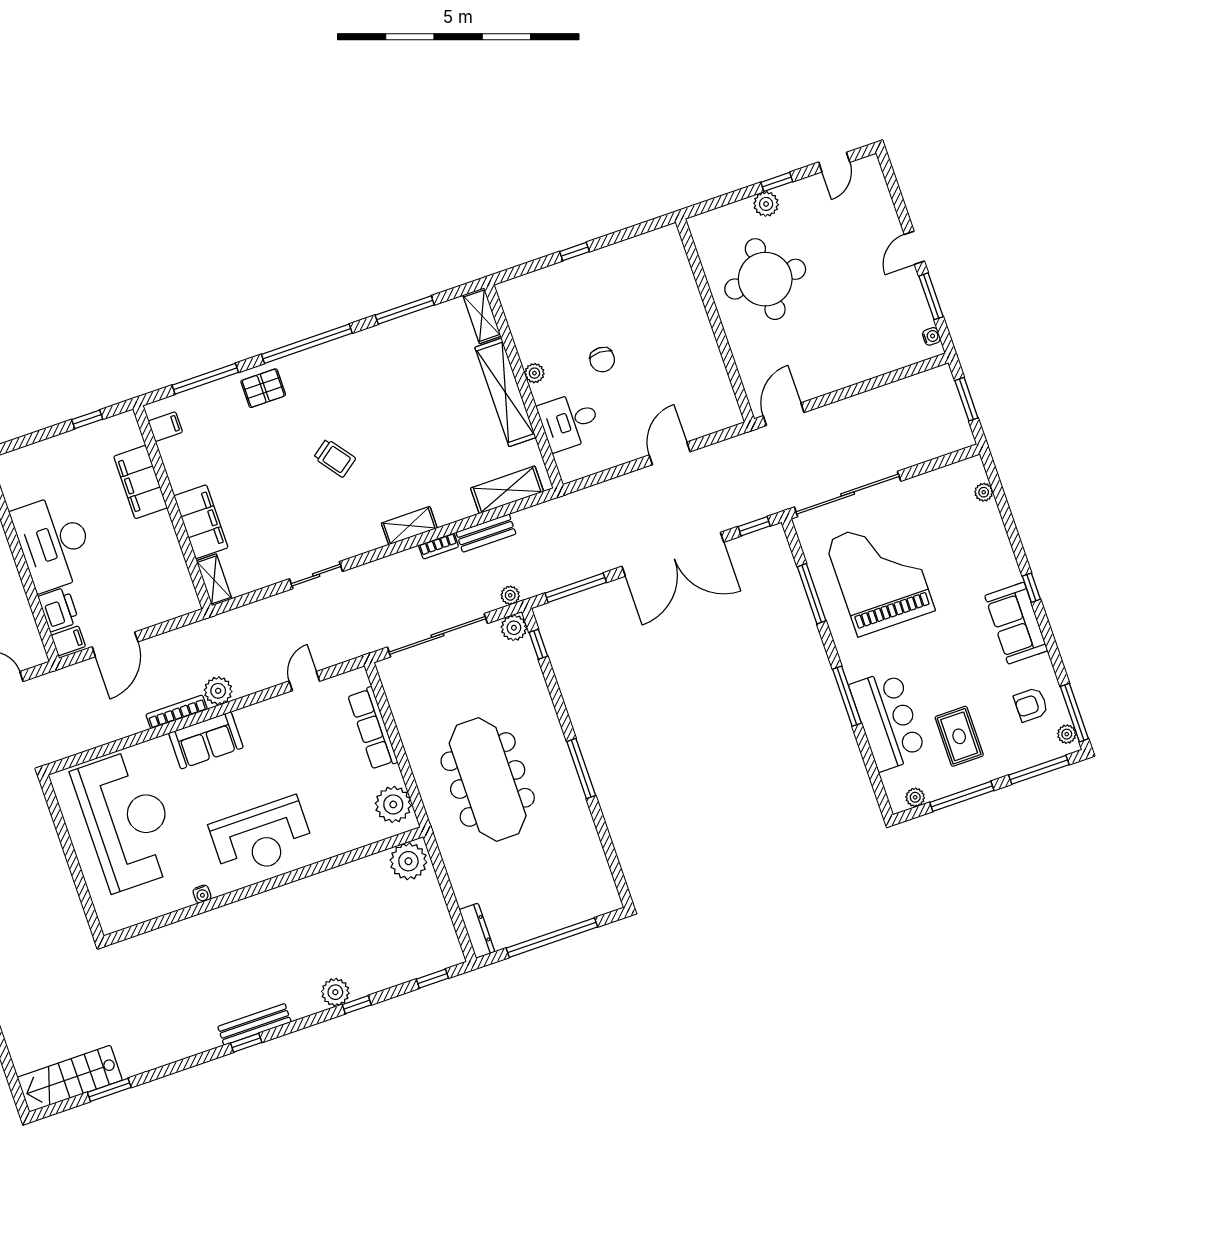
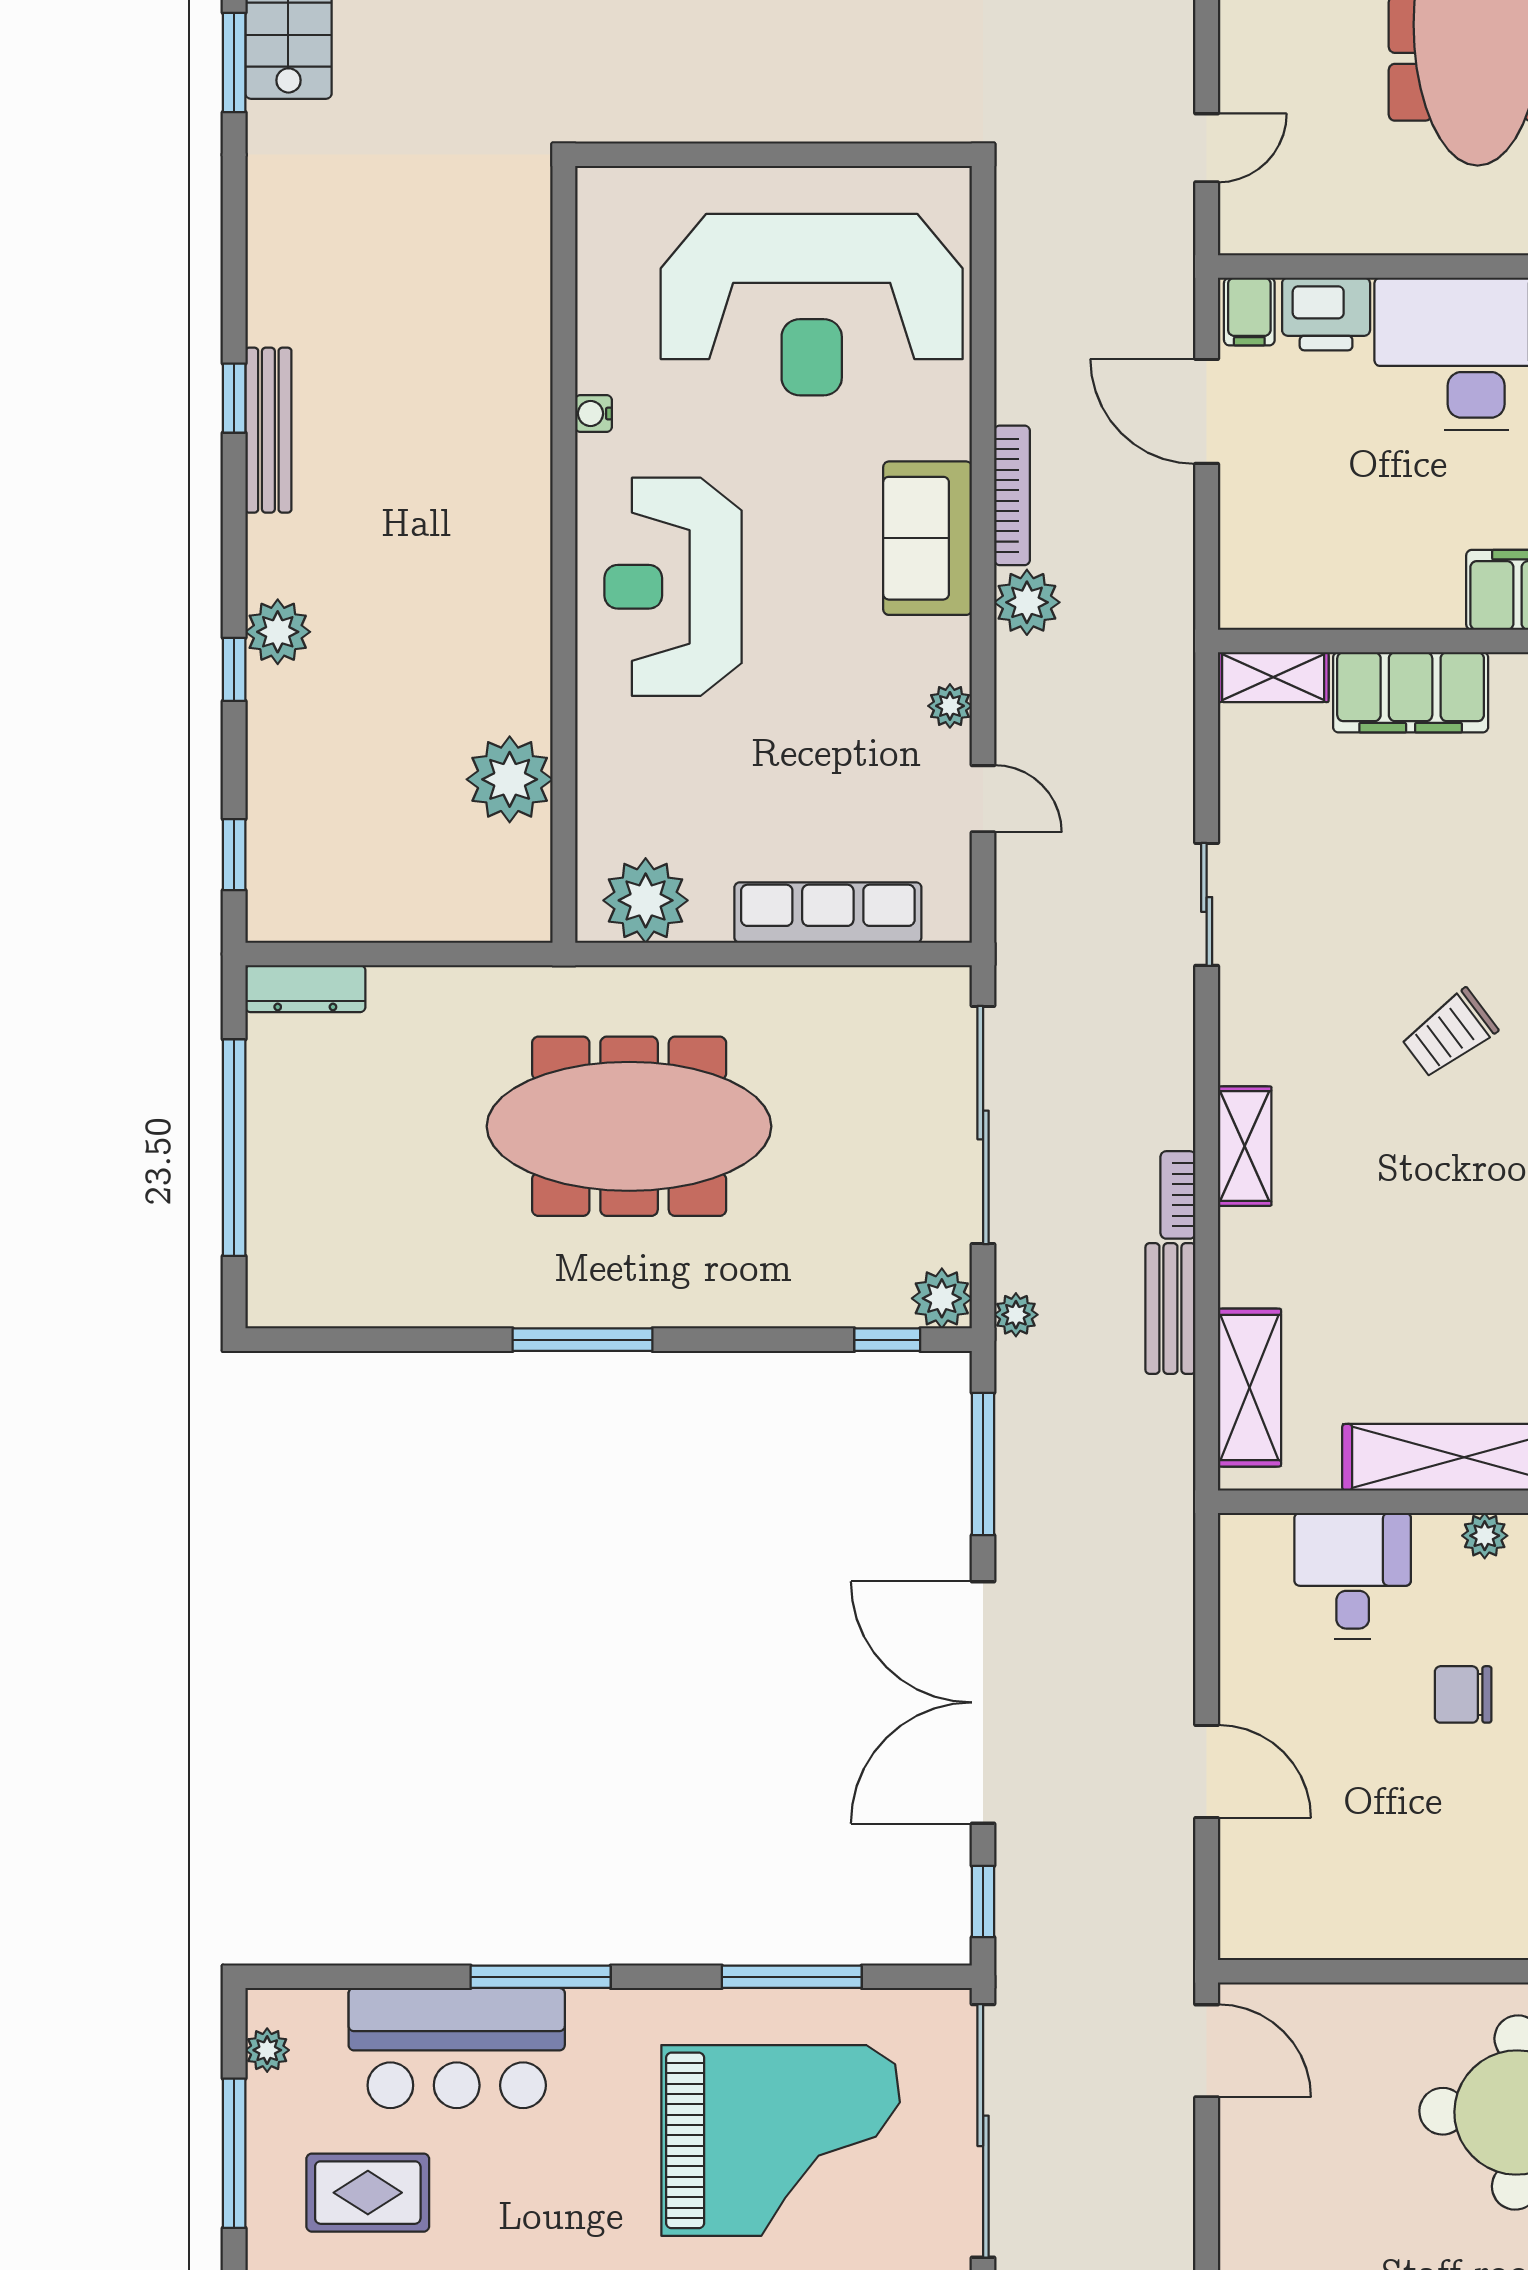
plant: (271, 708) -> (950, 706), added
plant: (408, 861) -> (510, 779), moved

